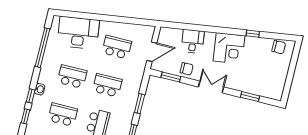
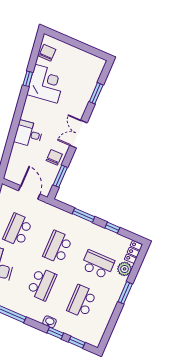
desk: (193, 41) -> (29, 134), moved
corner desk: (229, 48) -> (46, 84), moved
school desk: (72, 77) -> (42, 284), turned 180

